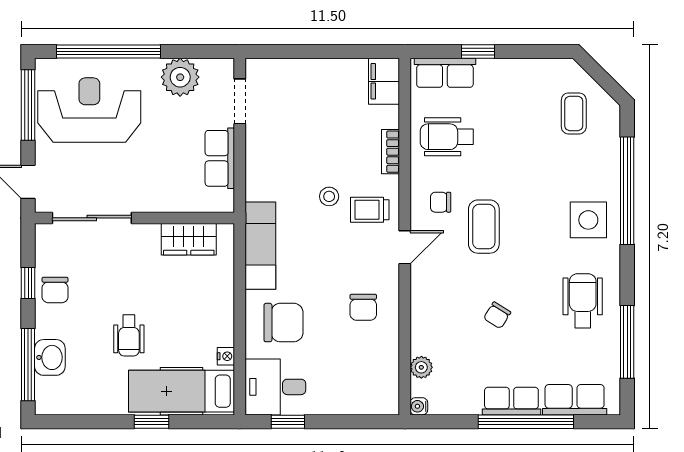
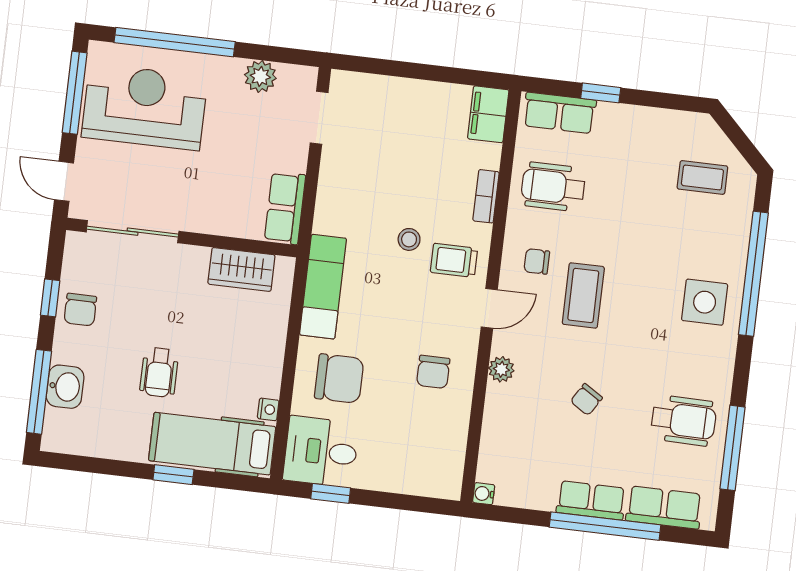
plant: (180, 77) -> (260, 76), width x0.73, depth x0.73
coffee table: (574, 113) -> (702, 177), turned 90
row of seats: (220, 158) -> (285, 208), moved
wheelchair: (583, 301) -> (684, 420), moved, turned 91
plant: (421, 367) -> (501, 369), moved

